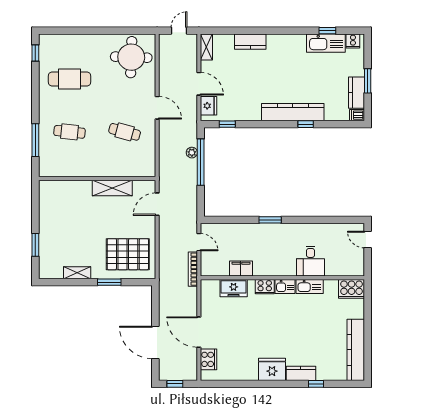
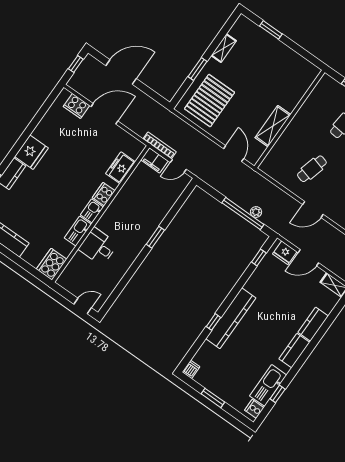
kitchen counter: (357, 93) -> (294, 351), moved, turned -90
filing cabinet: (241, 269) -> (154, 160), moved, turned 90

